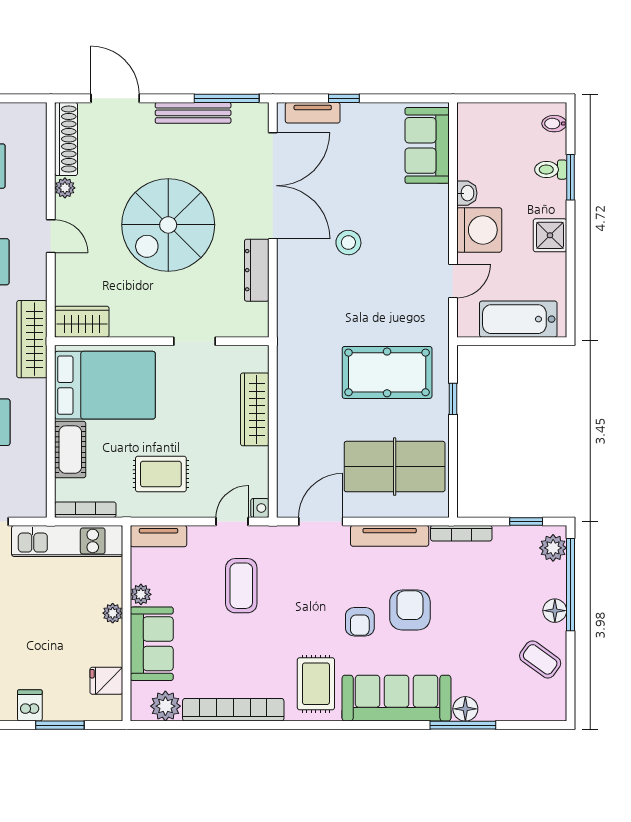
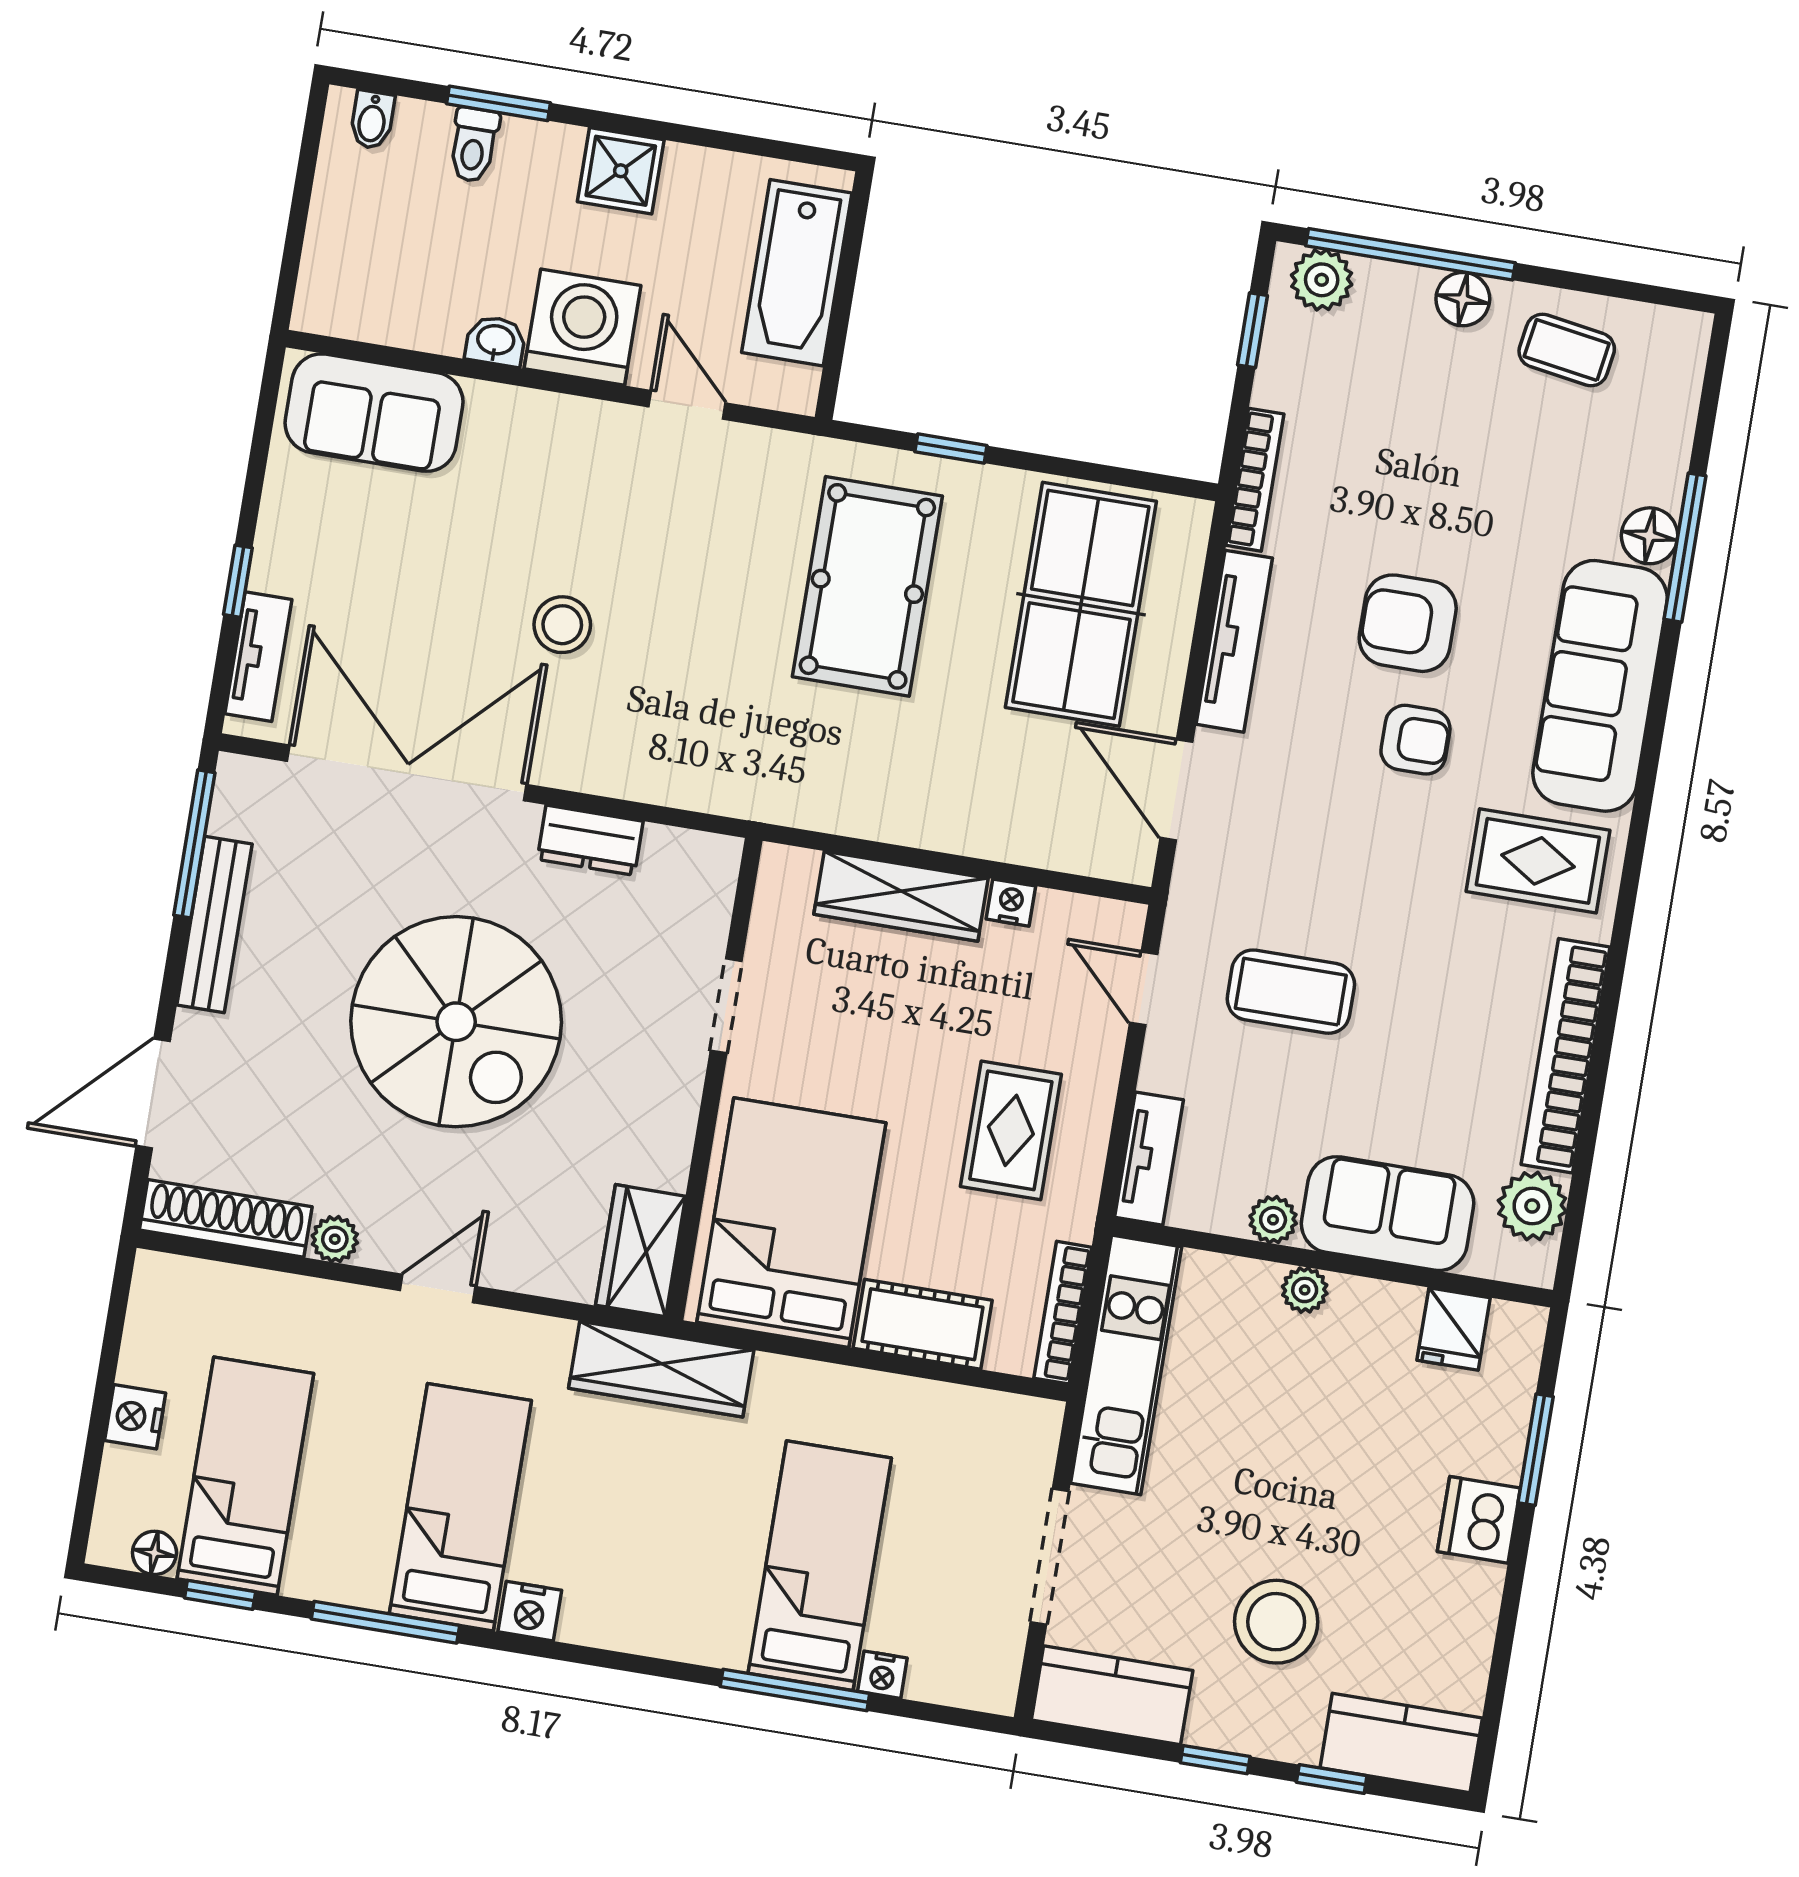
dresser: (257, 270) -> (590, 840), width x0.70
nightstand: (260, 508) -> (1011, 903), moved
coffee table: (540, 659) -> (1567, 350), turned 63
dishwasher: (30, 705) -> (1479, 1520), width x1.38

